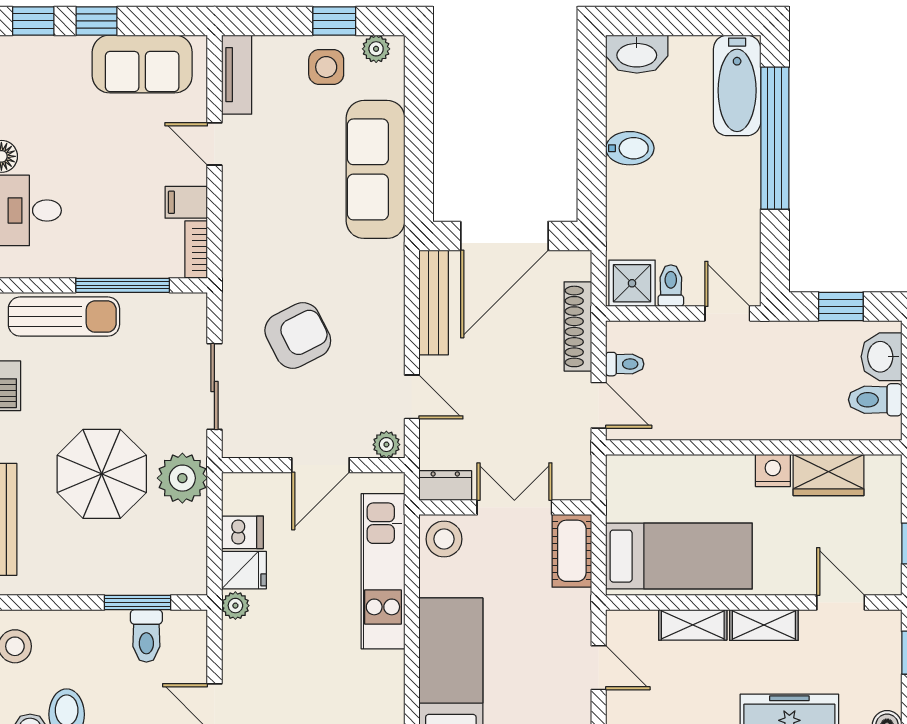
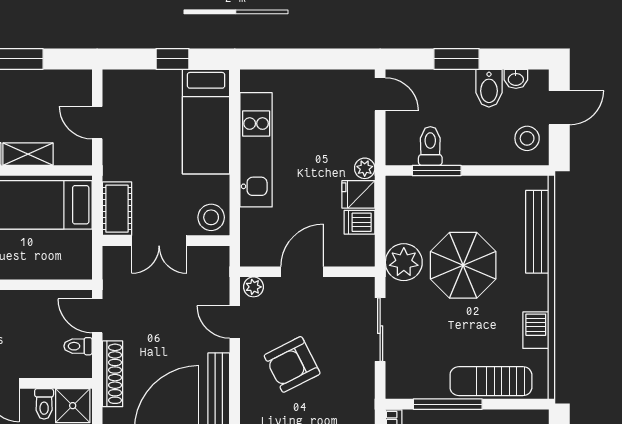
armchair: (298, 335) -> (292, 364), moved
dresser: (445, 486) -> (210, 257), removed
kitchen unit: (383, 571) -> (256, 150), moved

